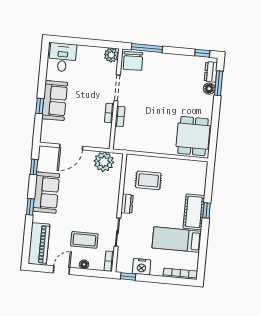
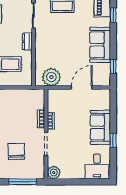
chair: (133, 61) -> (16, 151), moved
window: (40, 106) -> (113, 140), moved
window: (30, 207) -> (113, 15), moved

